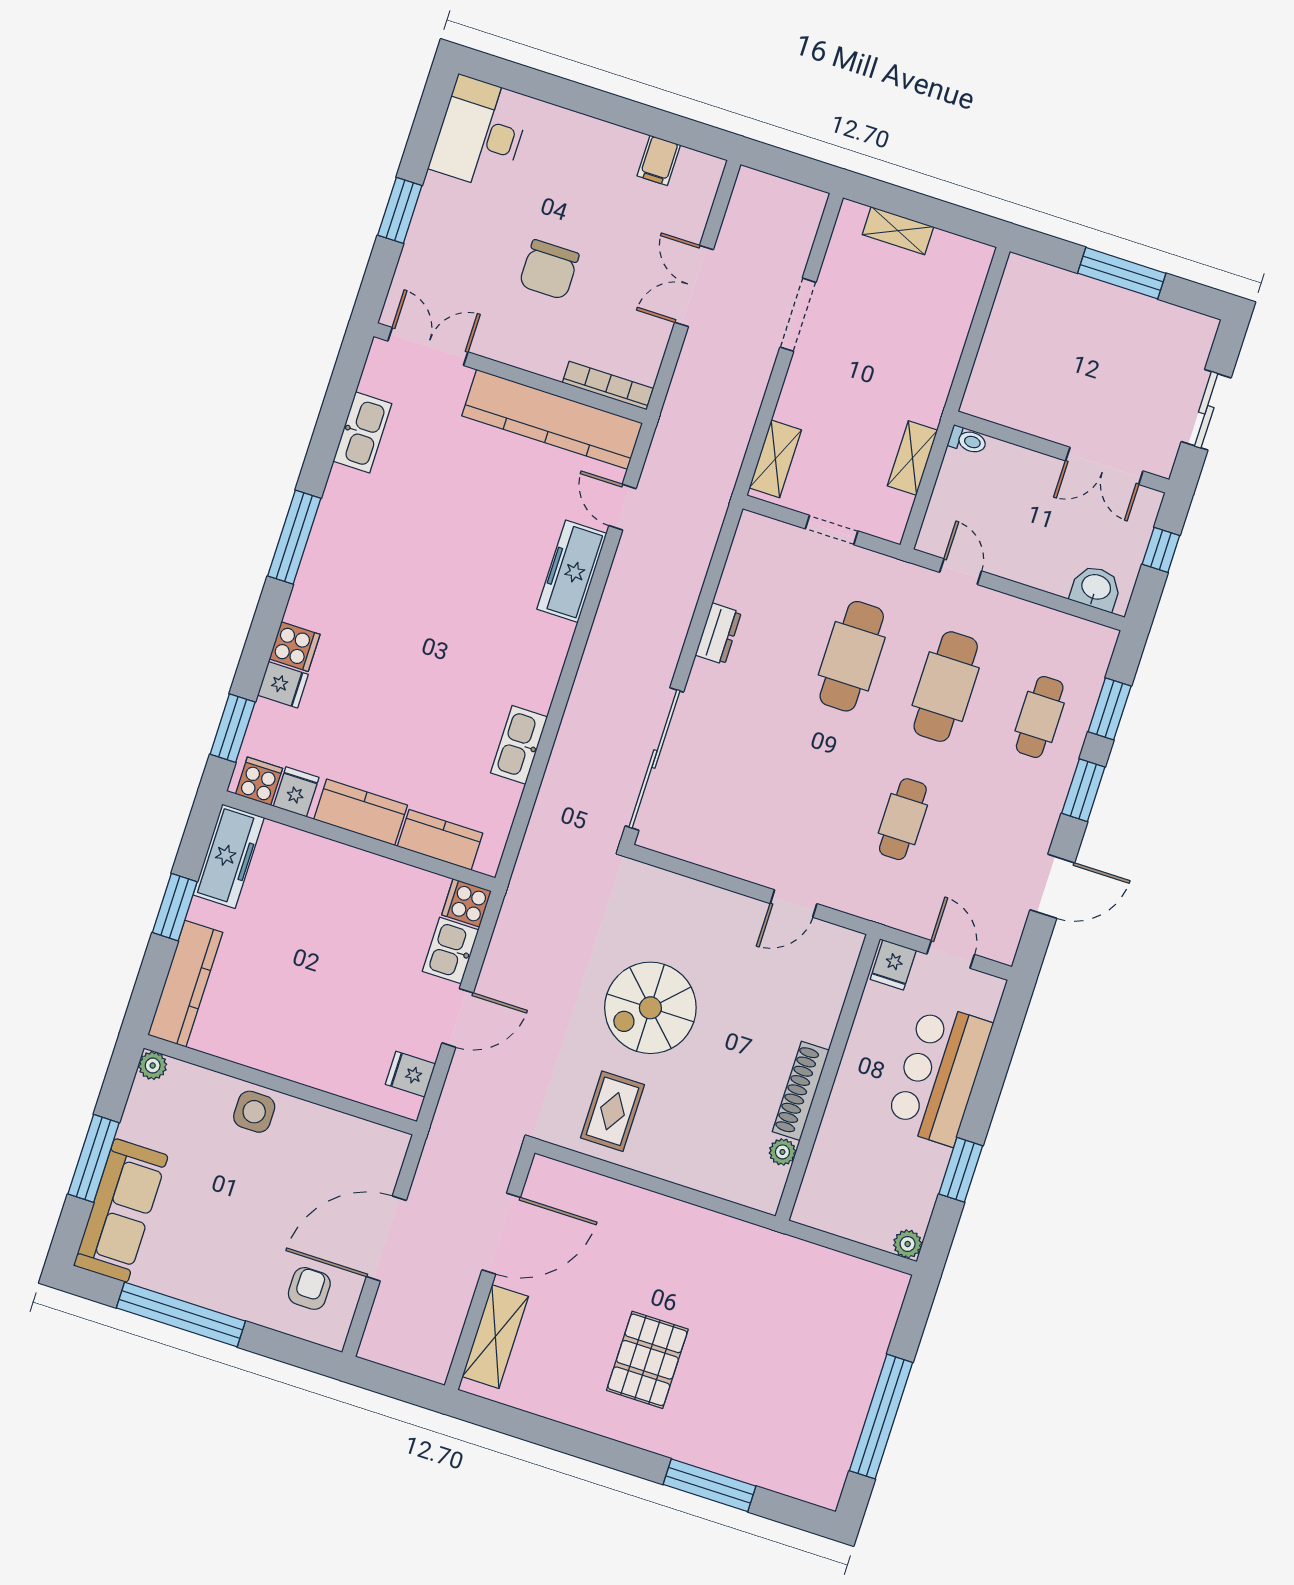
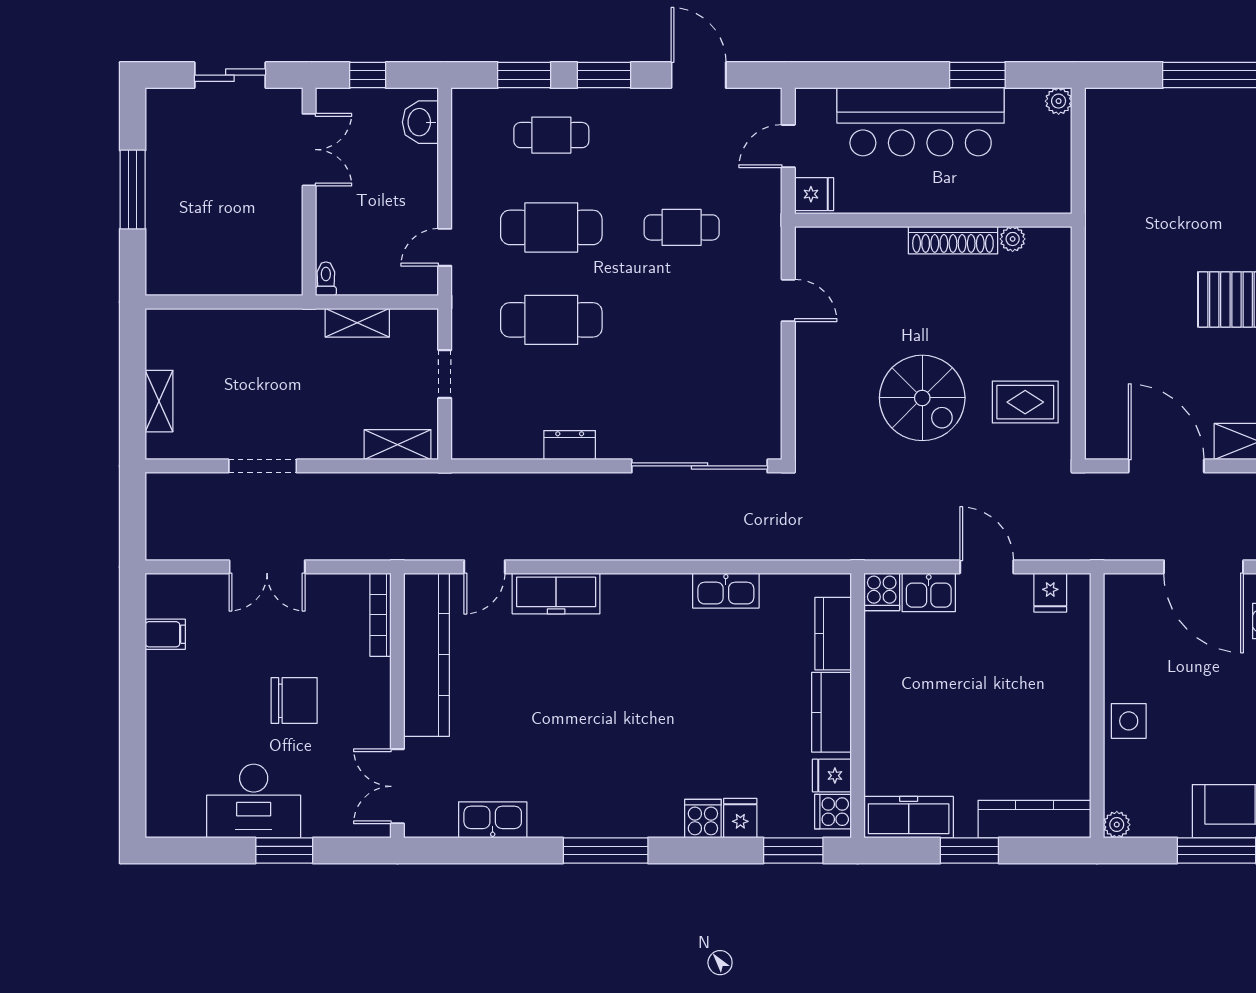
desk: (480, 133) -> (254, 801), moved
bar counter: (939, 1074) -> (921, 122), width x1.36

